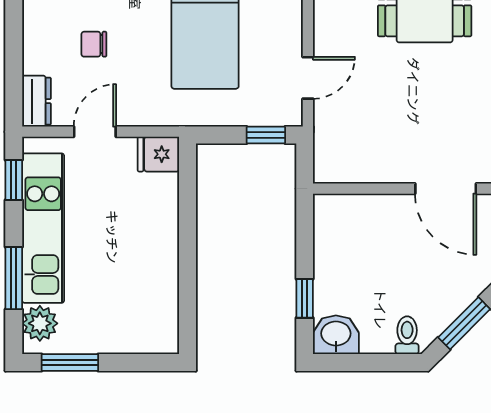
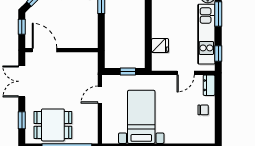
chair: (94, 44) -> (203, 110), moved
window: (266, 135) -> (128, 72), moved
fridge: (158, 154) -> (160, 45), moved

